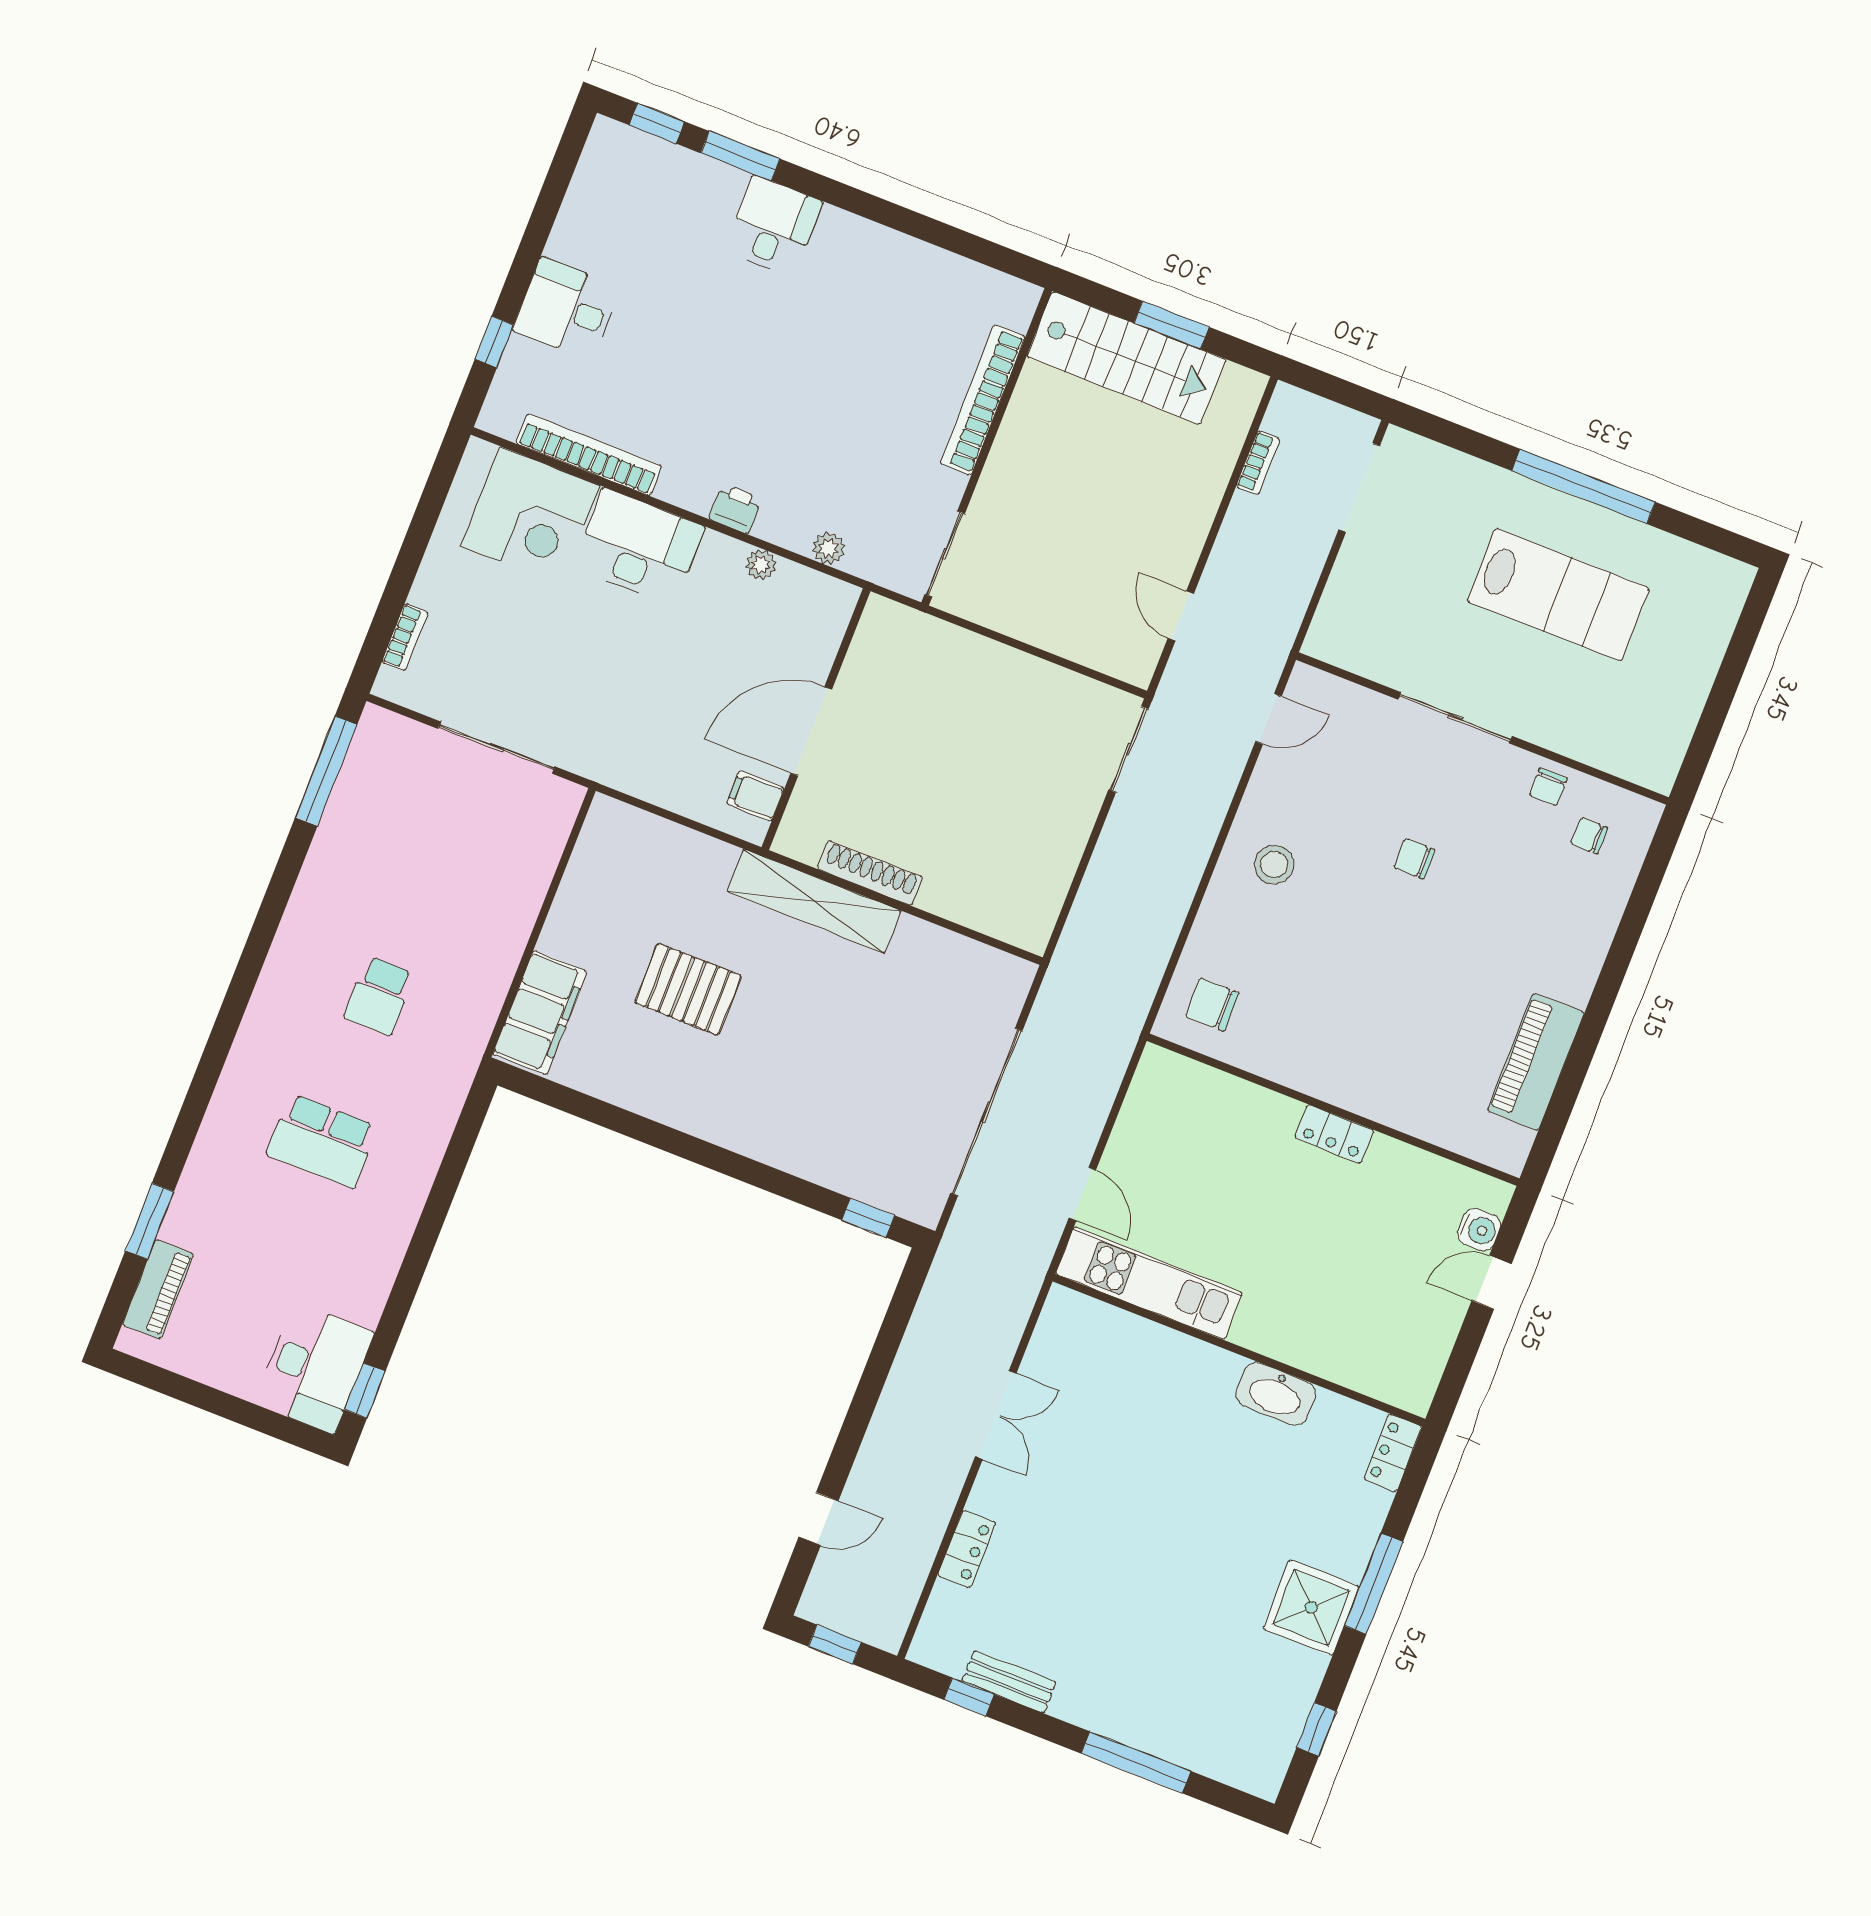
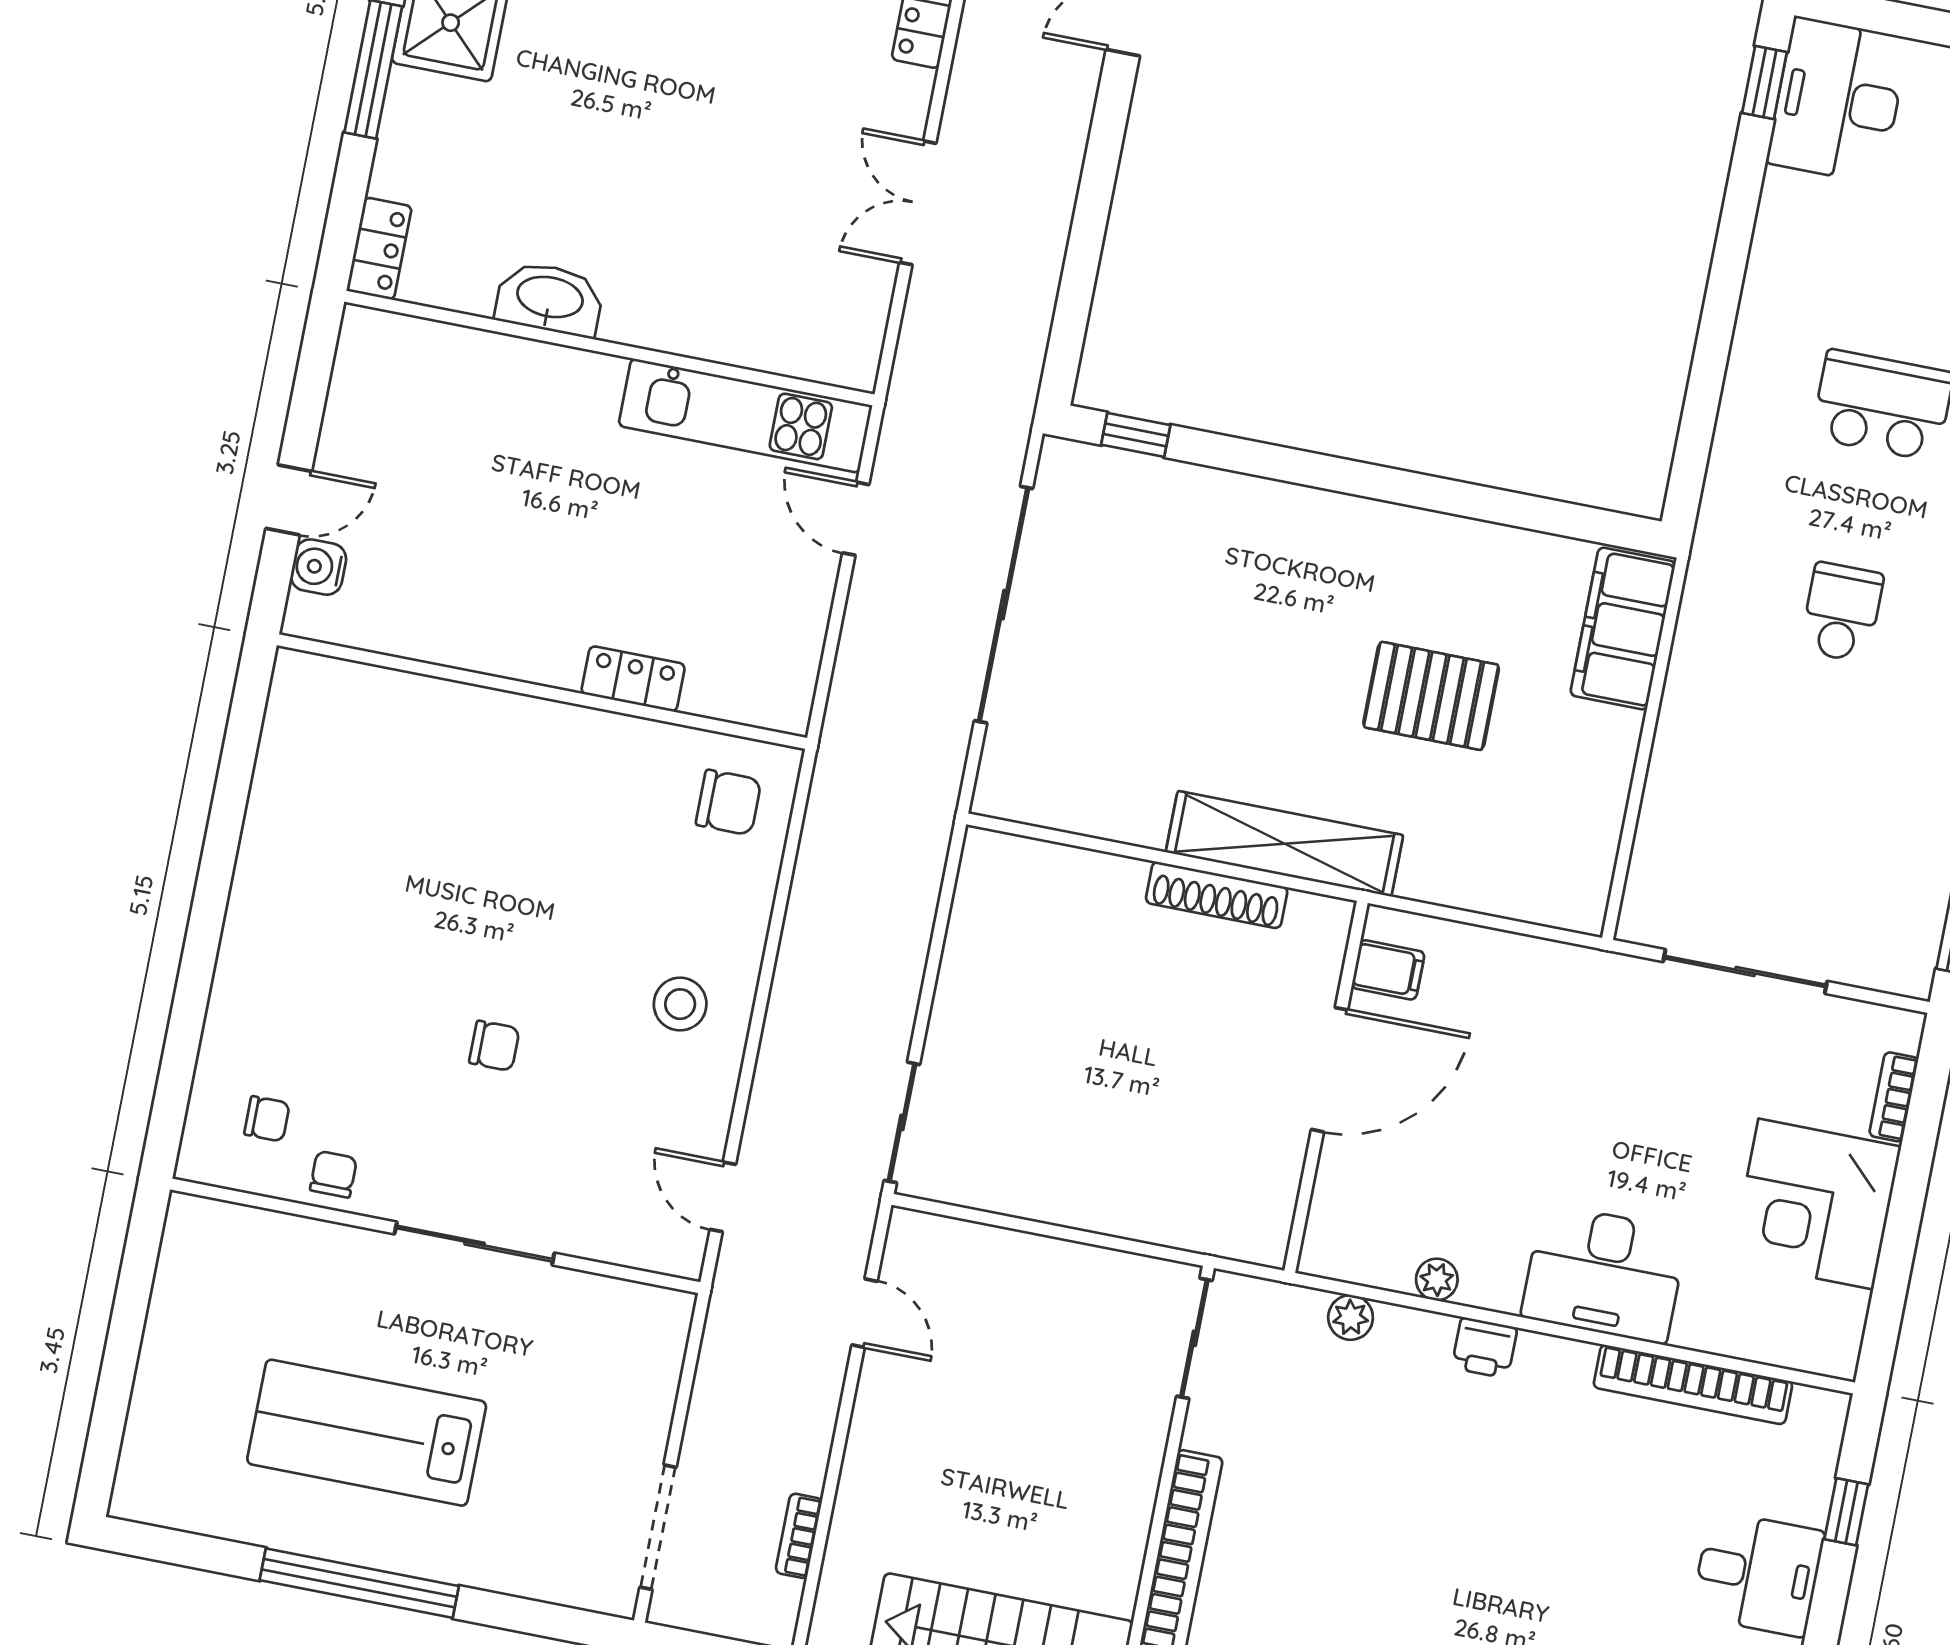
corner desk: (530, 516) -> (1816, 1204), moved, turned -90
door: (1269, 719) -> (723, 1197), hinge flipped
piano: (1536, 1062) -> (283, 805), removed
locker: (1334, 1134) -> (633, 679), moved

